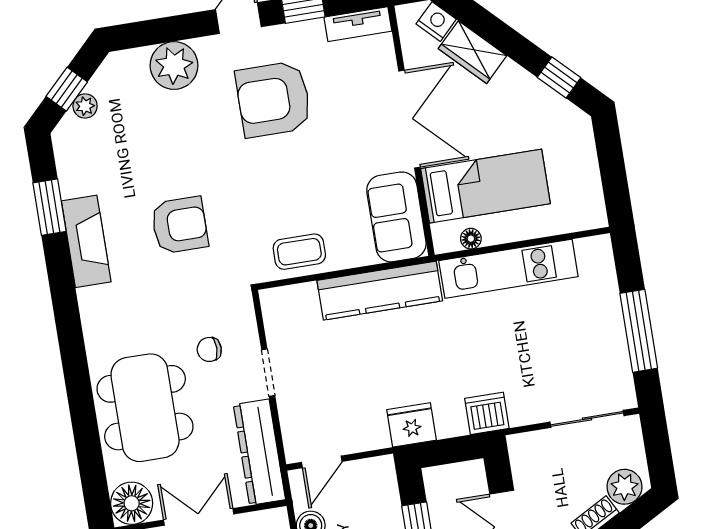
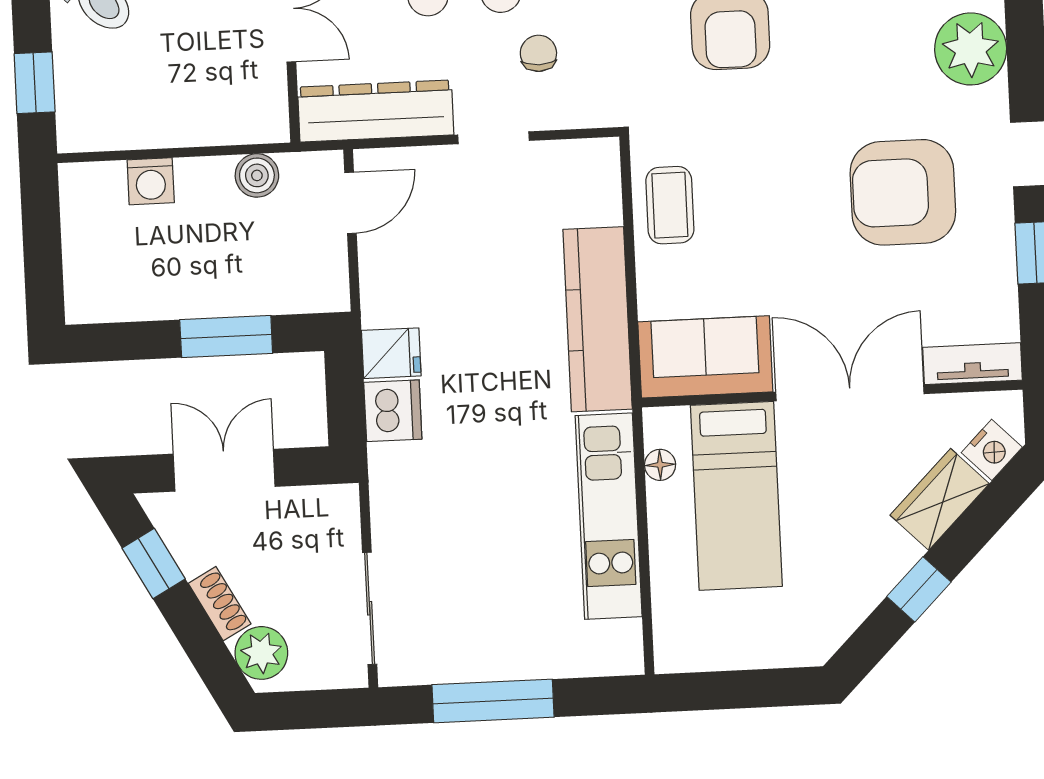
tv unit: (358, 24) -> (972, 364), moved, turned 90
window: (559, 78) -> (919, 589), moved
armchair: (273, 99) -> (903, 192), turned -90
double door: (409, 119) -> (850, 393), swing flipped
dishwasher: (487, 413) -> (393, 411), moved
fridge: (412, 425) -> (391, 353), width x0.72
door: (322, 462) -> (351, 203), swing flipped

